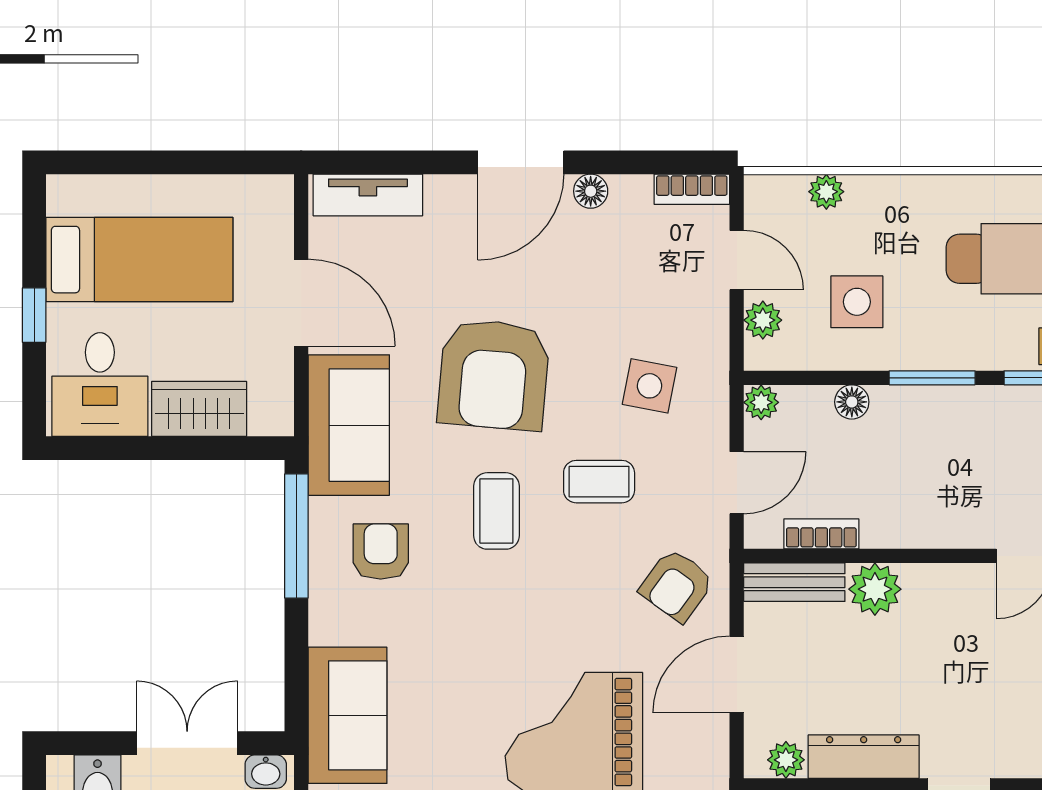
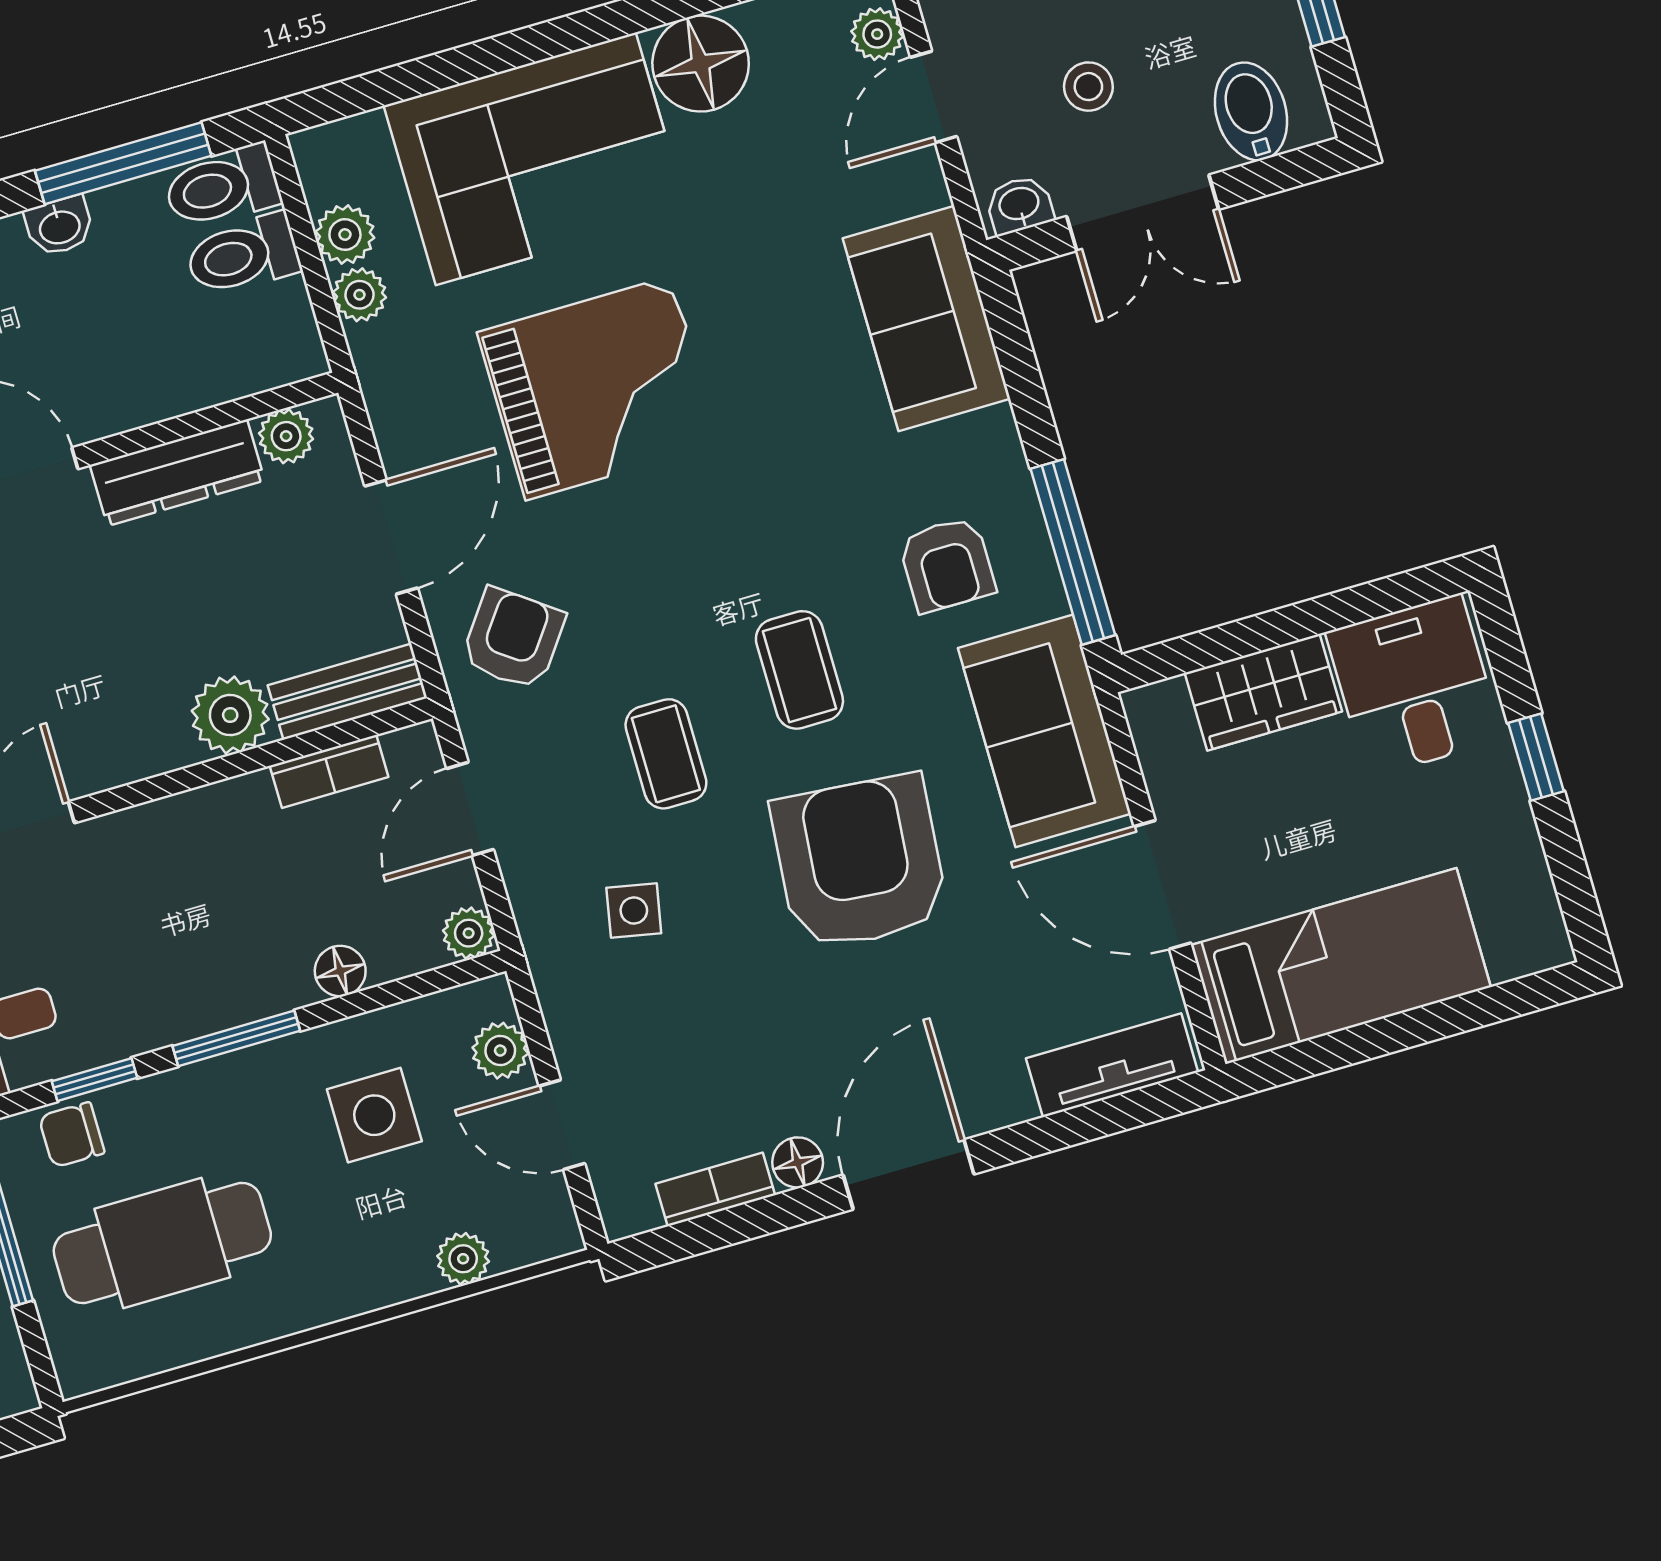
bookcase: (692, 189) -> (715, 1189), moved
bed: (139, 260) -> (1341, 966), moved, turned 180
side table: (650, 386) -> (634, 910), width x0.73, depth x0.73
coffee table: (599, 482) -> (666, 754), turned 90

